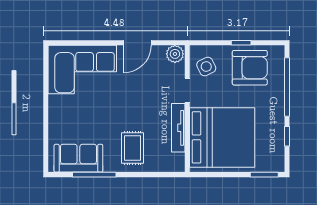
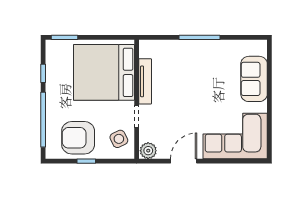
rug: (133, 148) -> (188, 62), removed
sofa: (78, 158) -> (254, 79), moved, turned 90
window: (94, 175) -> (199, 37), moved

